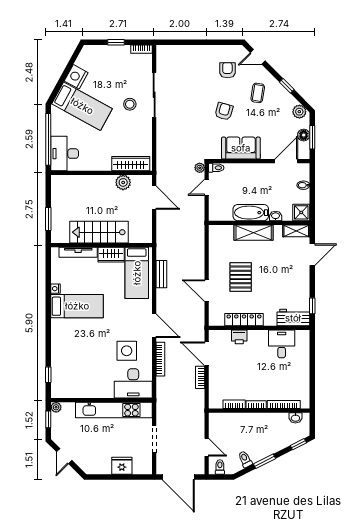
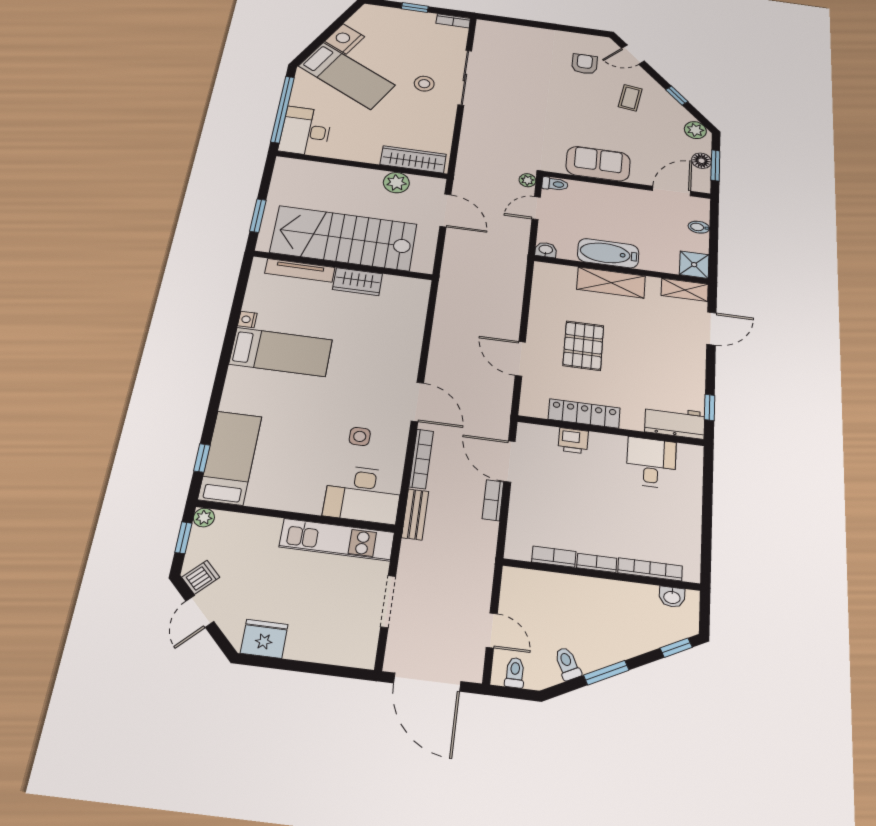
armchair: (224, 111) -> (575, 113), removed
washbasin: (276, 216) -> (546, 250), moved
stairs: (99, 232) -> (344, 238), width x1.36, depth x1.51
bed: (137, 273) -> (230, 458), moved, turned 180
bench: (161, 274) -> (415, 514), moved
side table: (127, 351) -> (360, 436), width x0.54, depth x0.54
kitchen unit: (114, 410) -> (337, 540), width x0.73
dishwasher: (61, 439) -> (201, 577), added
fridge: (122, 466) -> (264, 639), moved

